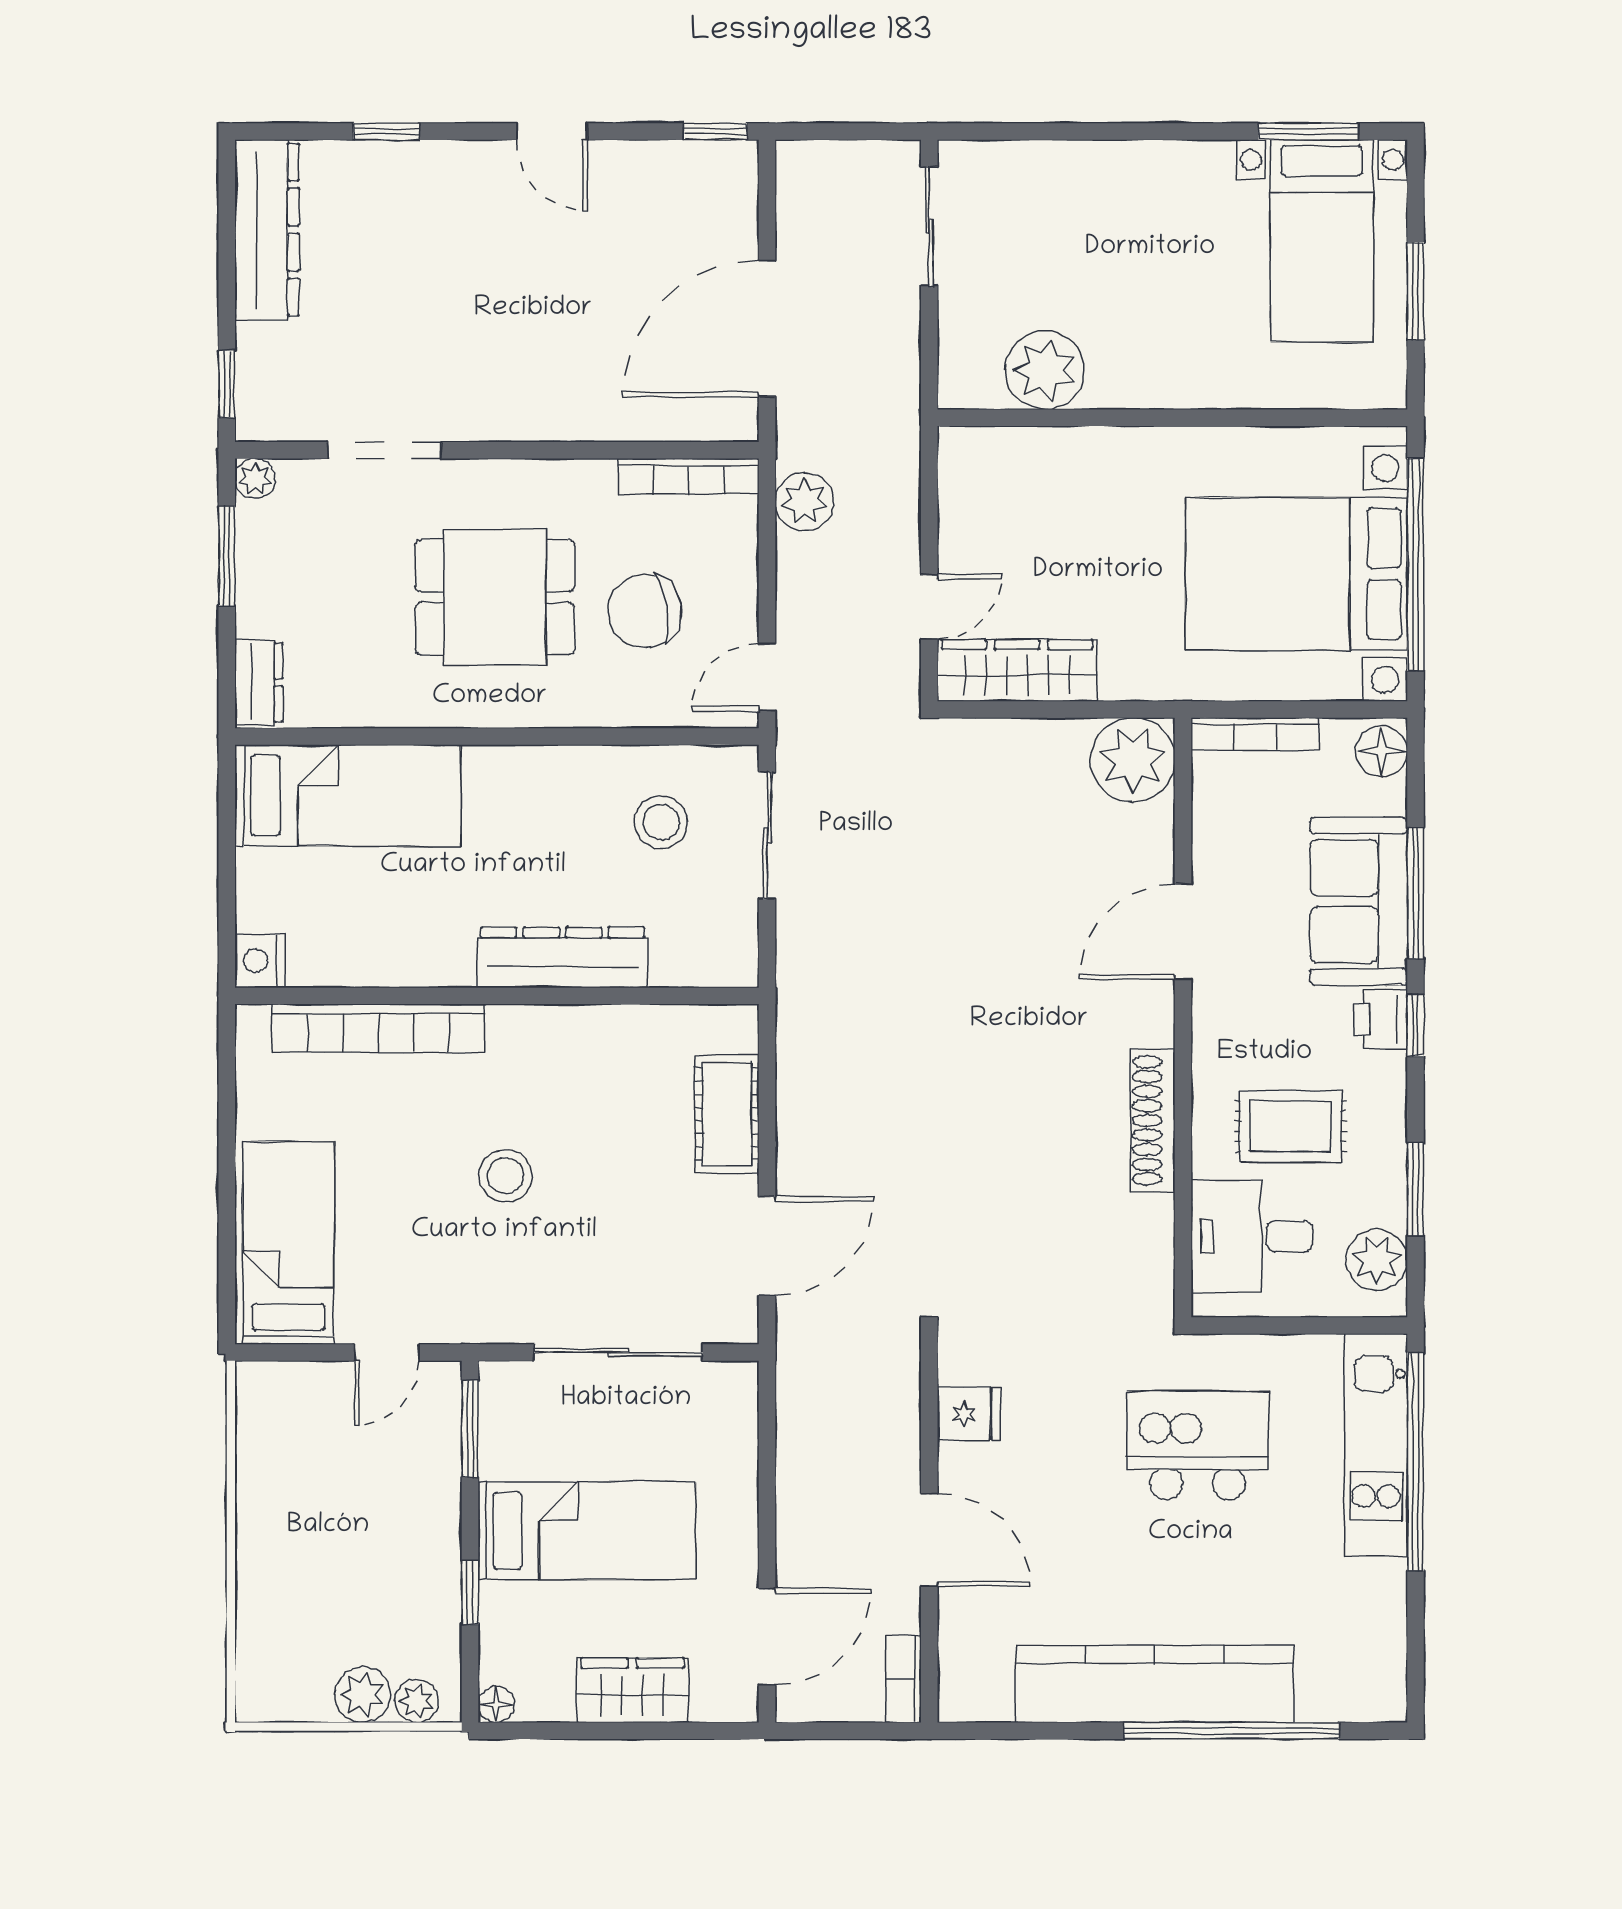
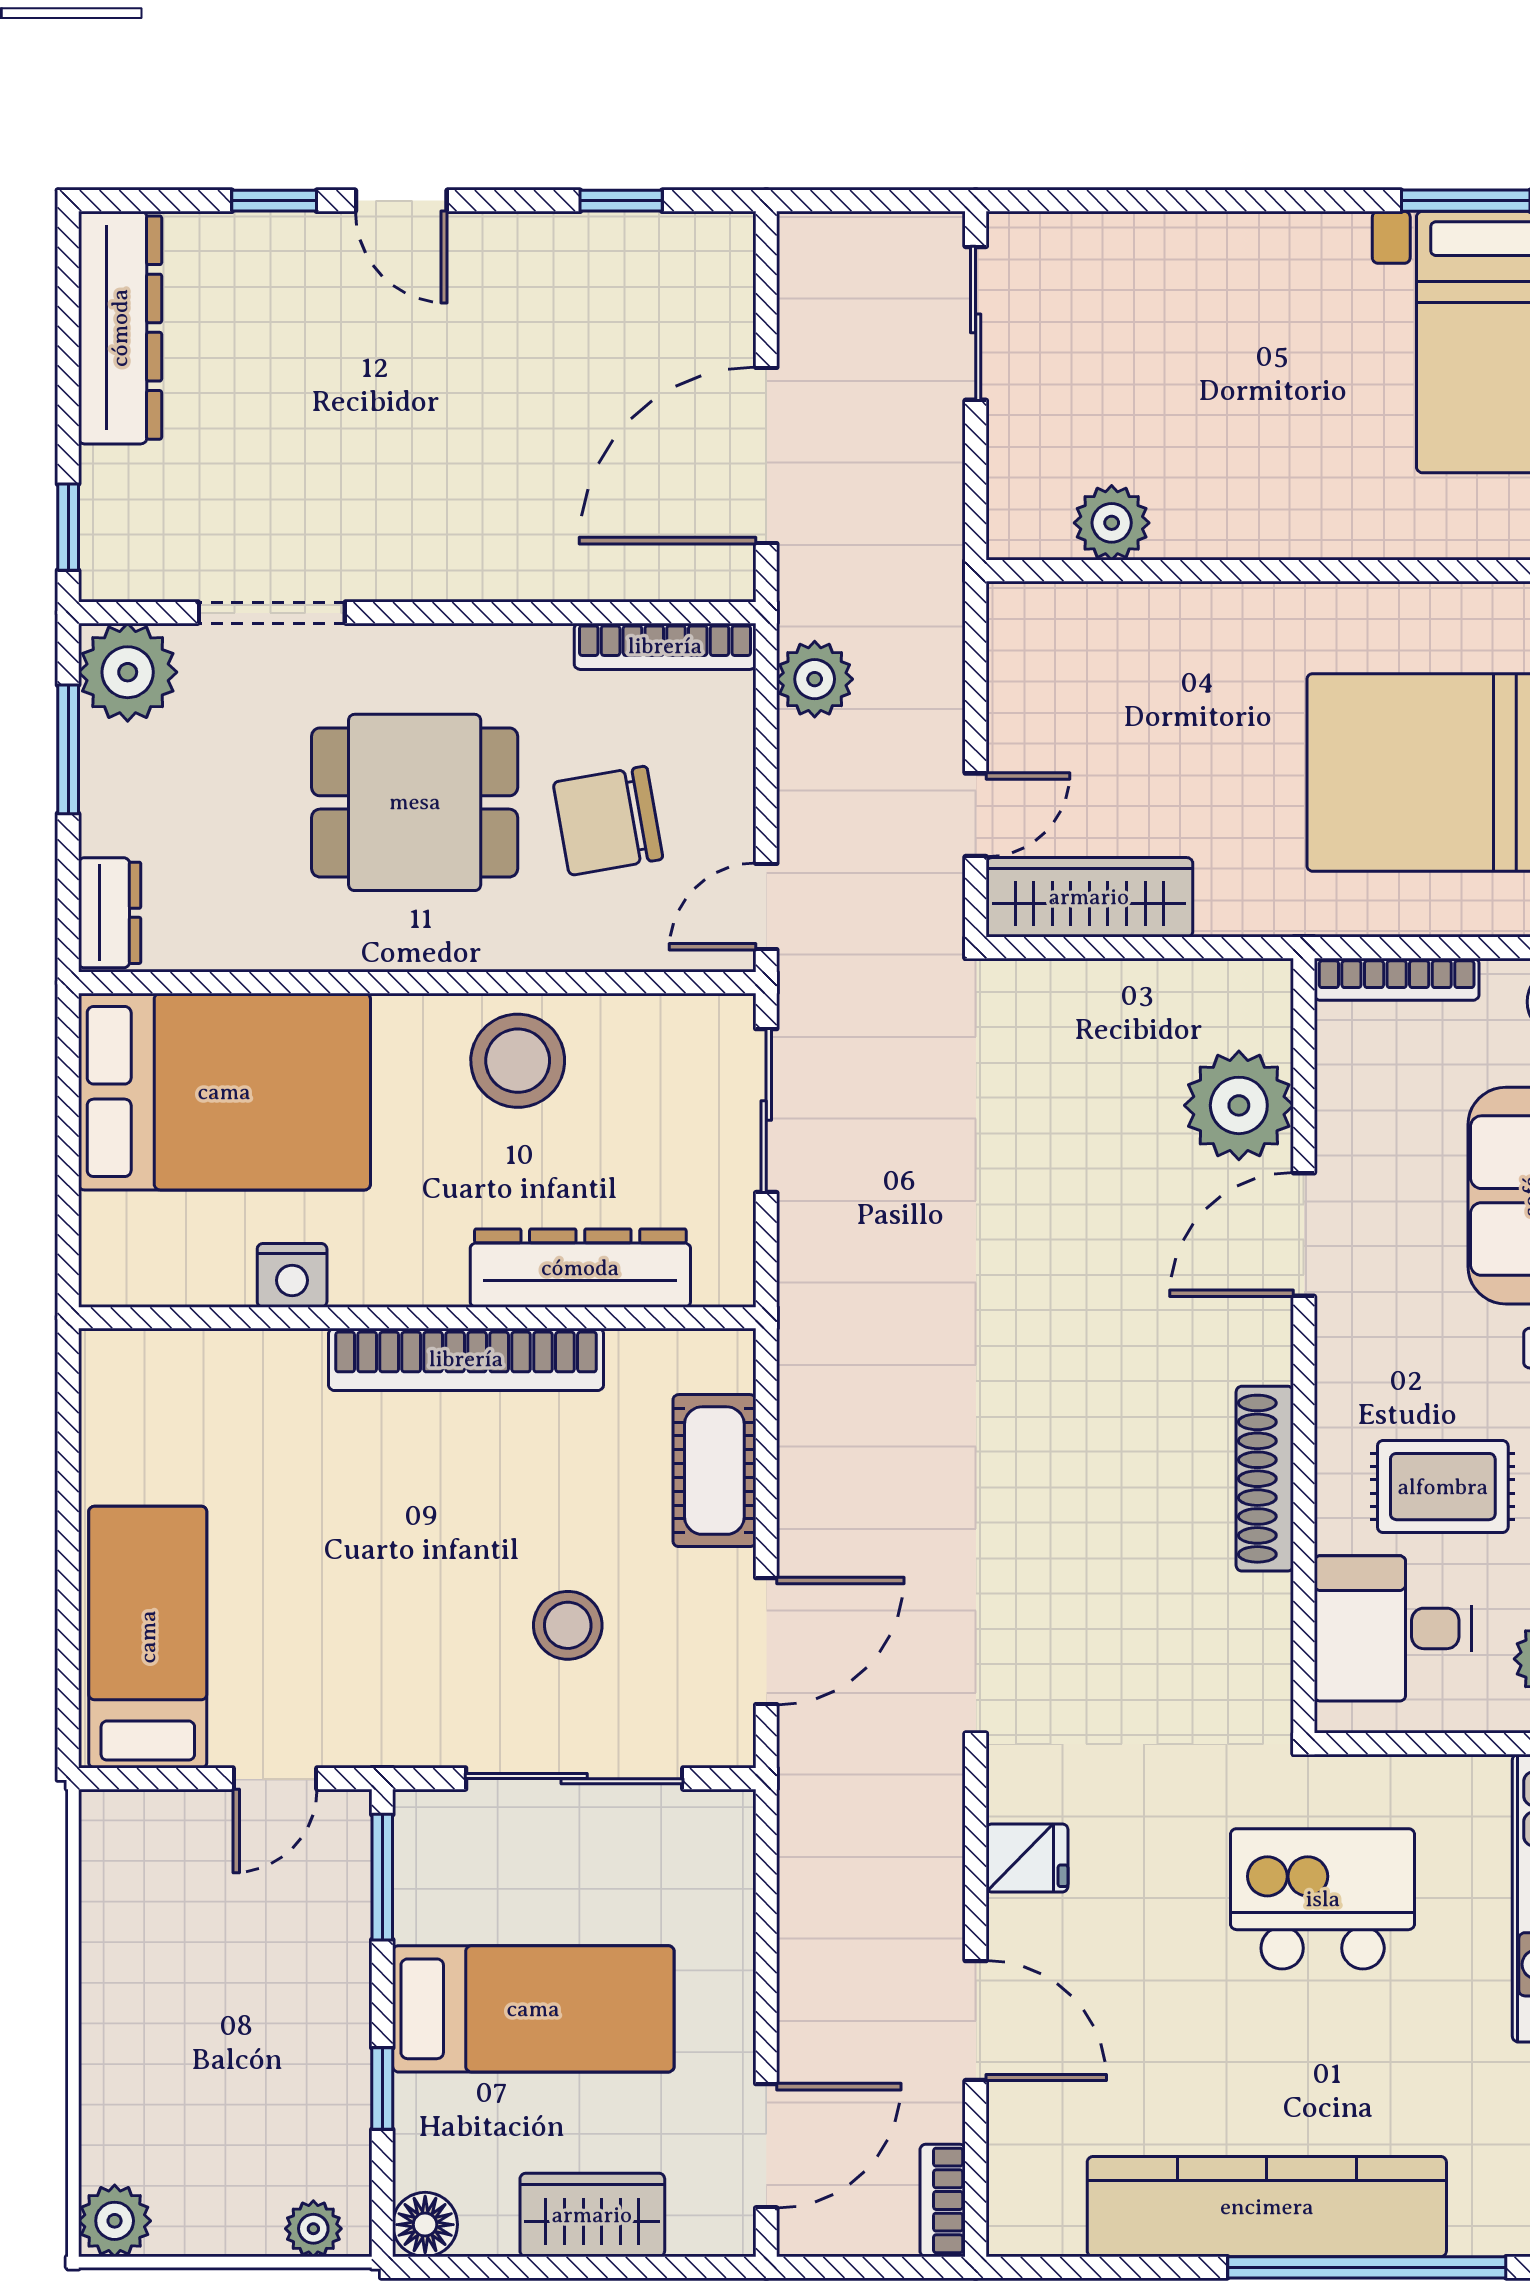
door: (552, 131) -> (401, 201), moved
window: (715, 131) -> (621, 201), moved
plant: (1045, 370) -> (1112, 523), width x0.73, depth x0.73
plant: (255, 479) -> (128, 672), width x1.88, depth x1.88
plant: (1133, 760) -> (1239, 1105), moved
bed: (348, 795) -> (224, 1092), width x1.50
stool: (661, 822) -> (518, 1061), moved, width x1.38, depth x1.38
dresser: (563, 957) -> (580, 1268), moved
nightstand: (260, 961) -> (292, 1275), moved, turned -90
bookcase: (378, 1028) -> (466, 1359), moved
stool: (506, 1176) -> (568, 1625), moved
plant: (363, 1695) -> (115, 2221), moved
floor lamp: (496, 1704) -> (425, 2225), width x1.37, depth x1.37

